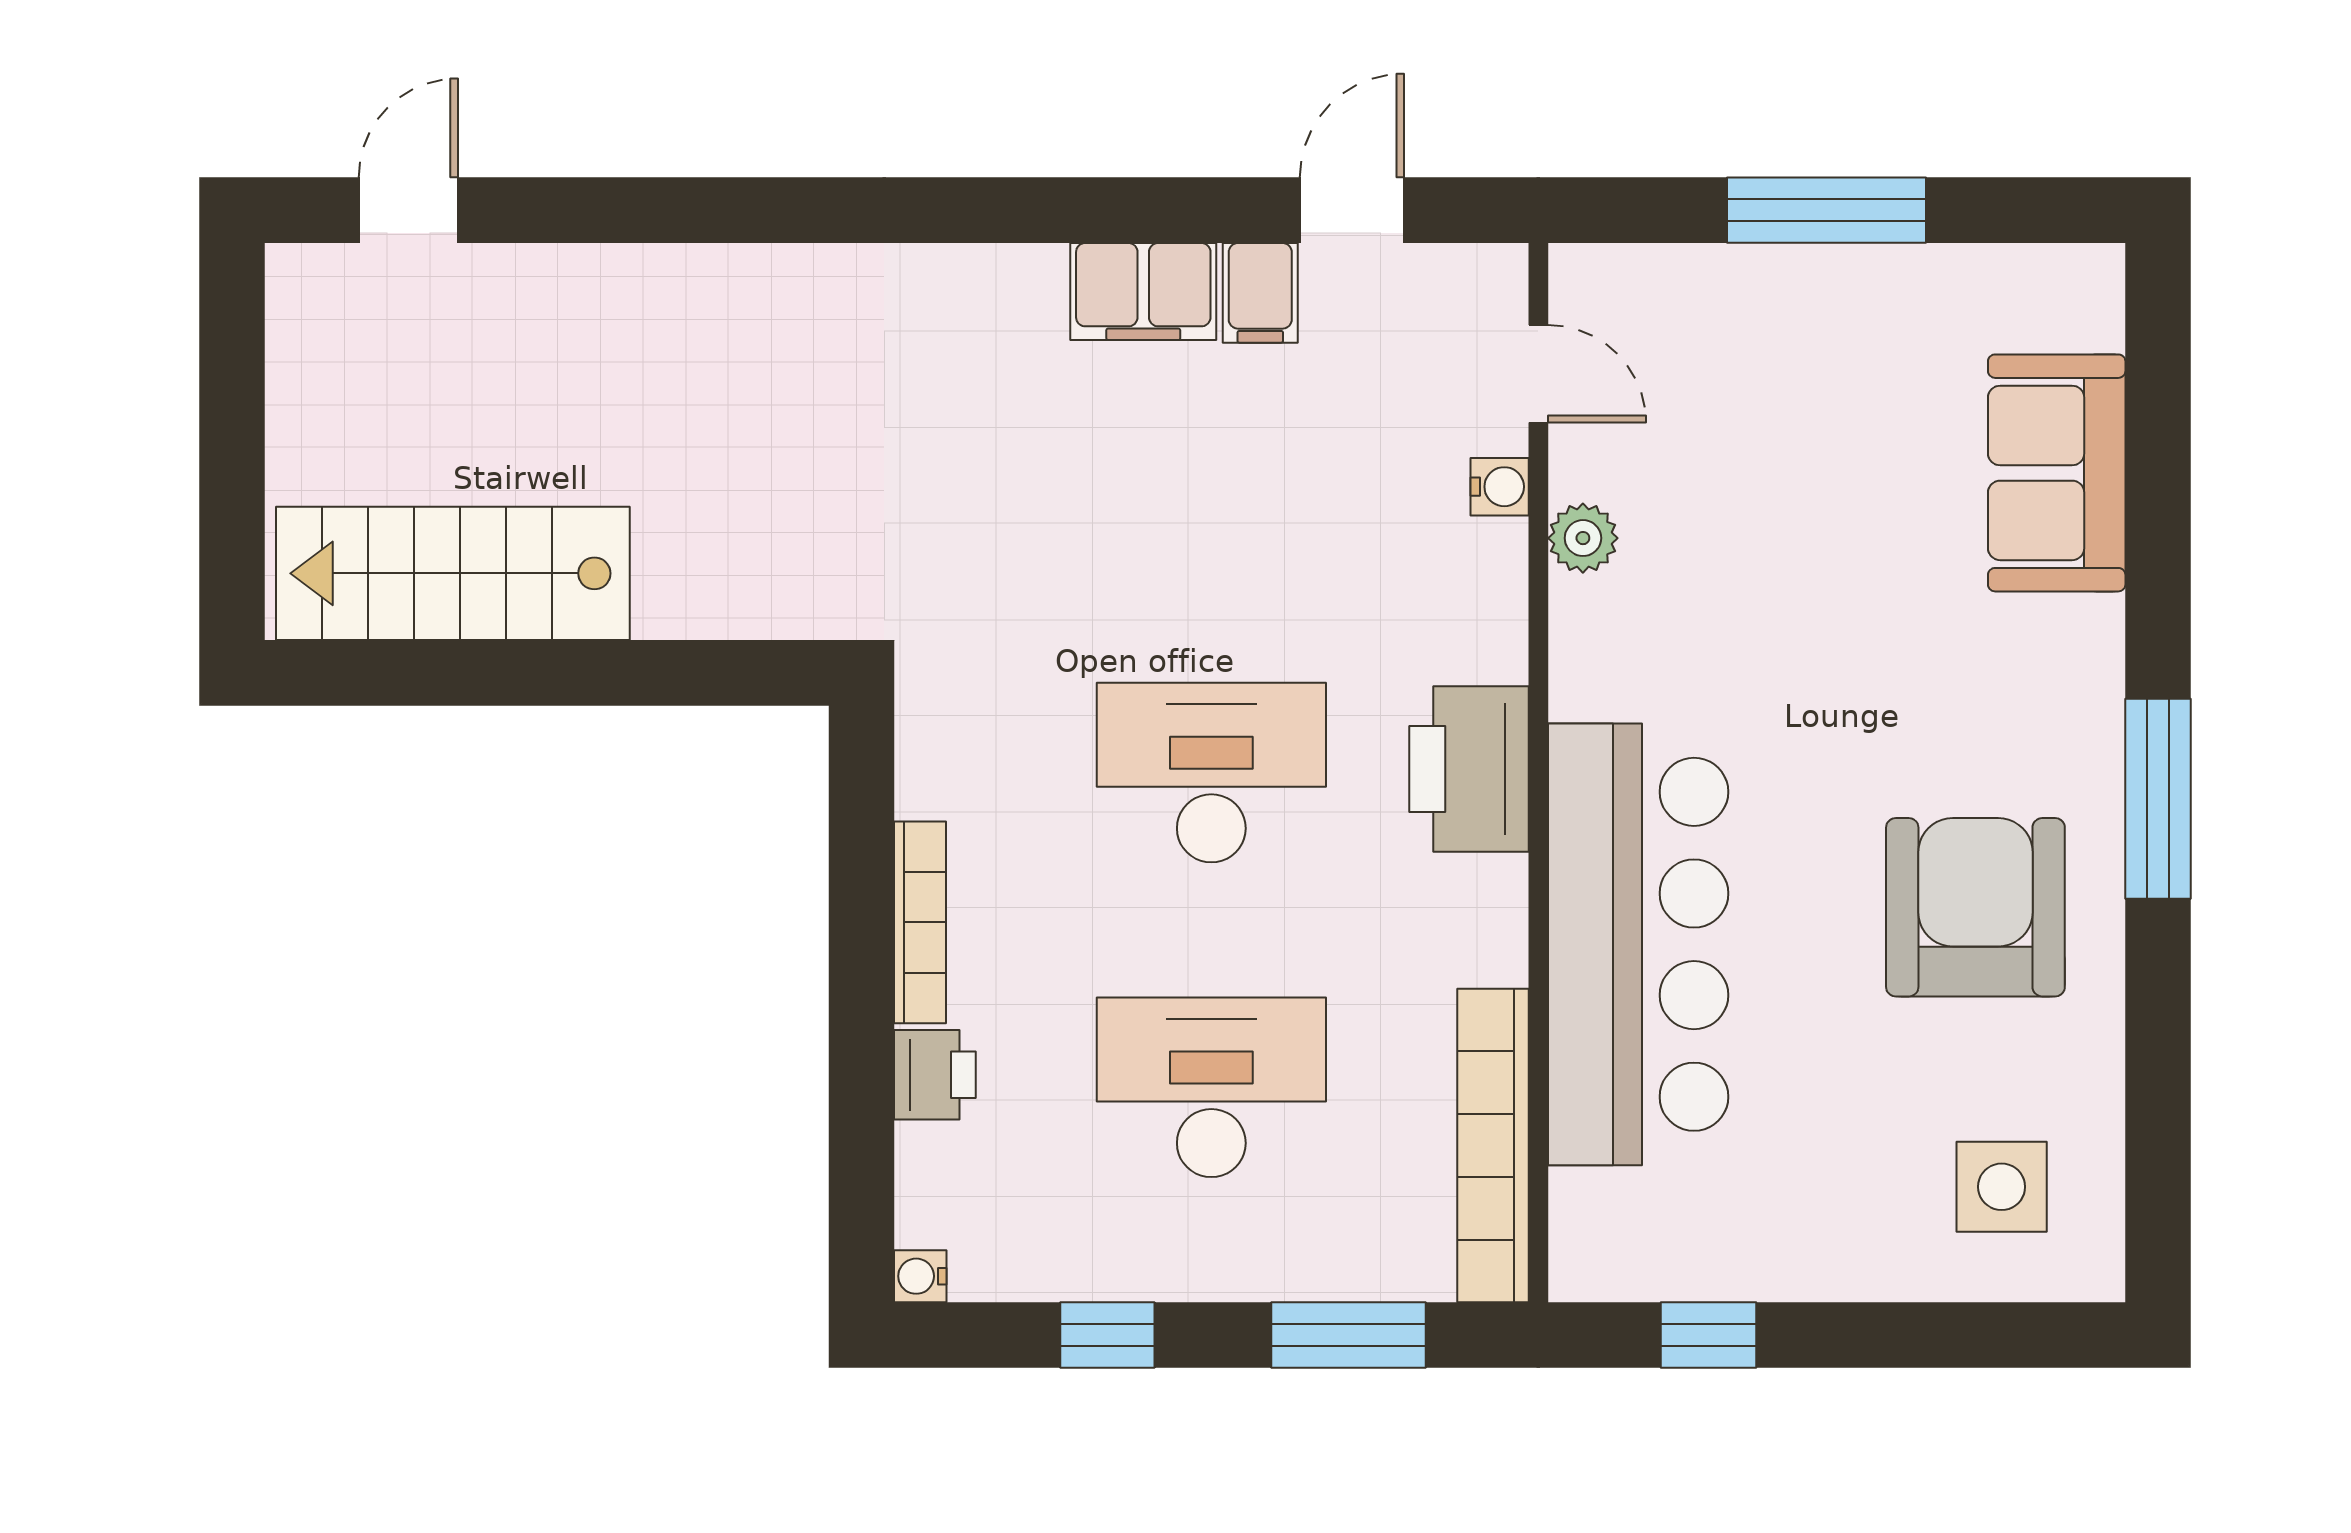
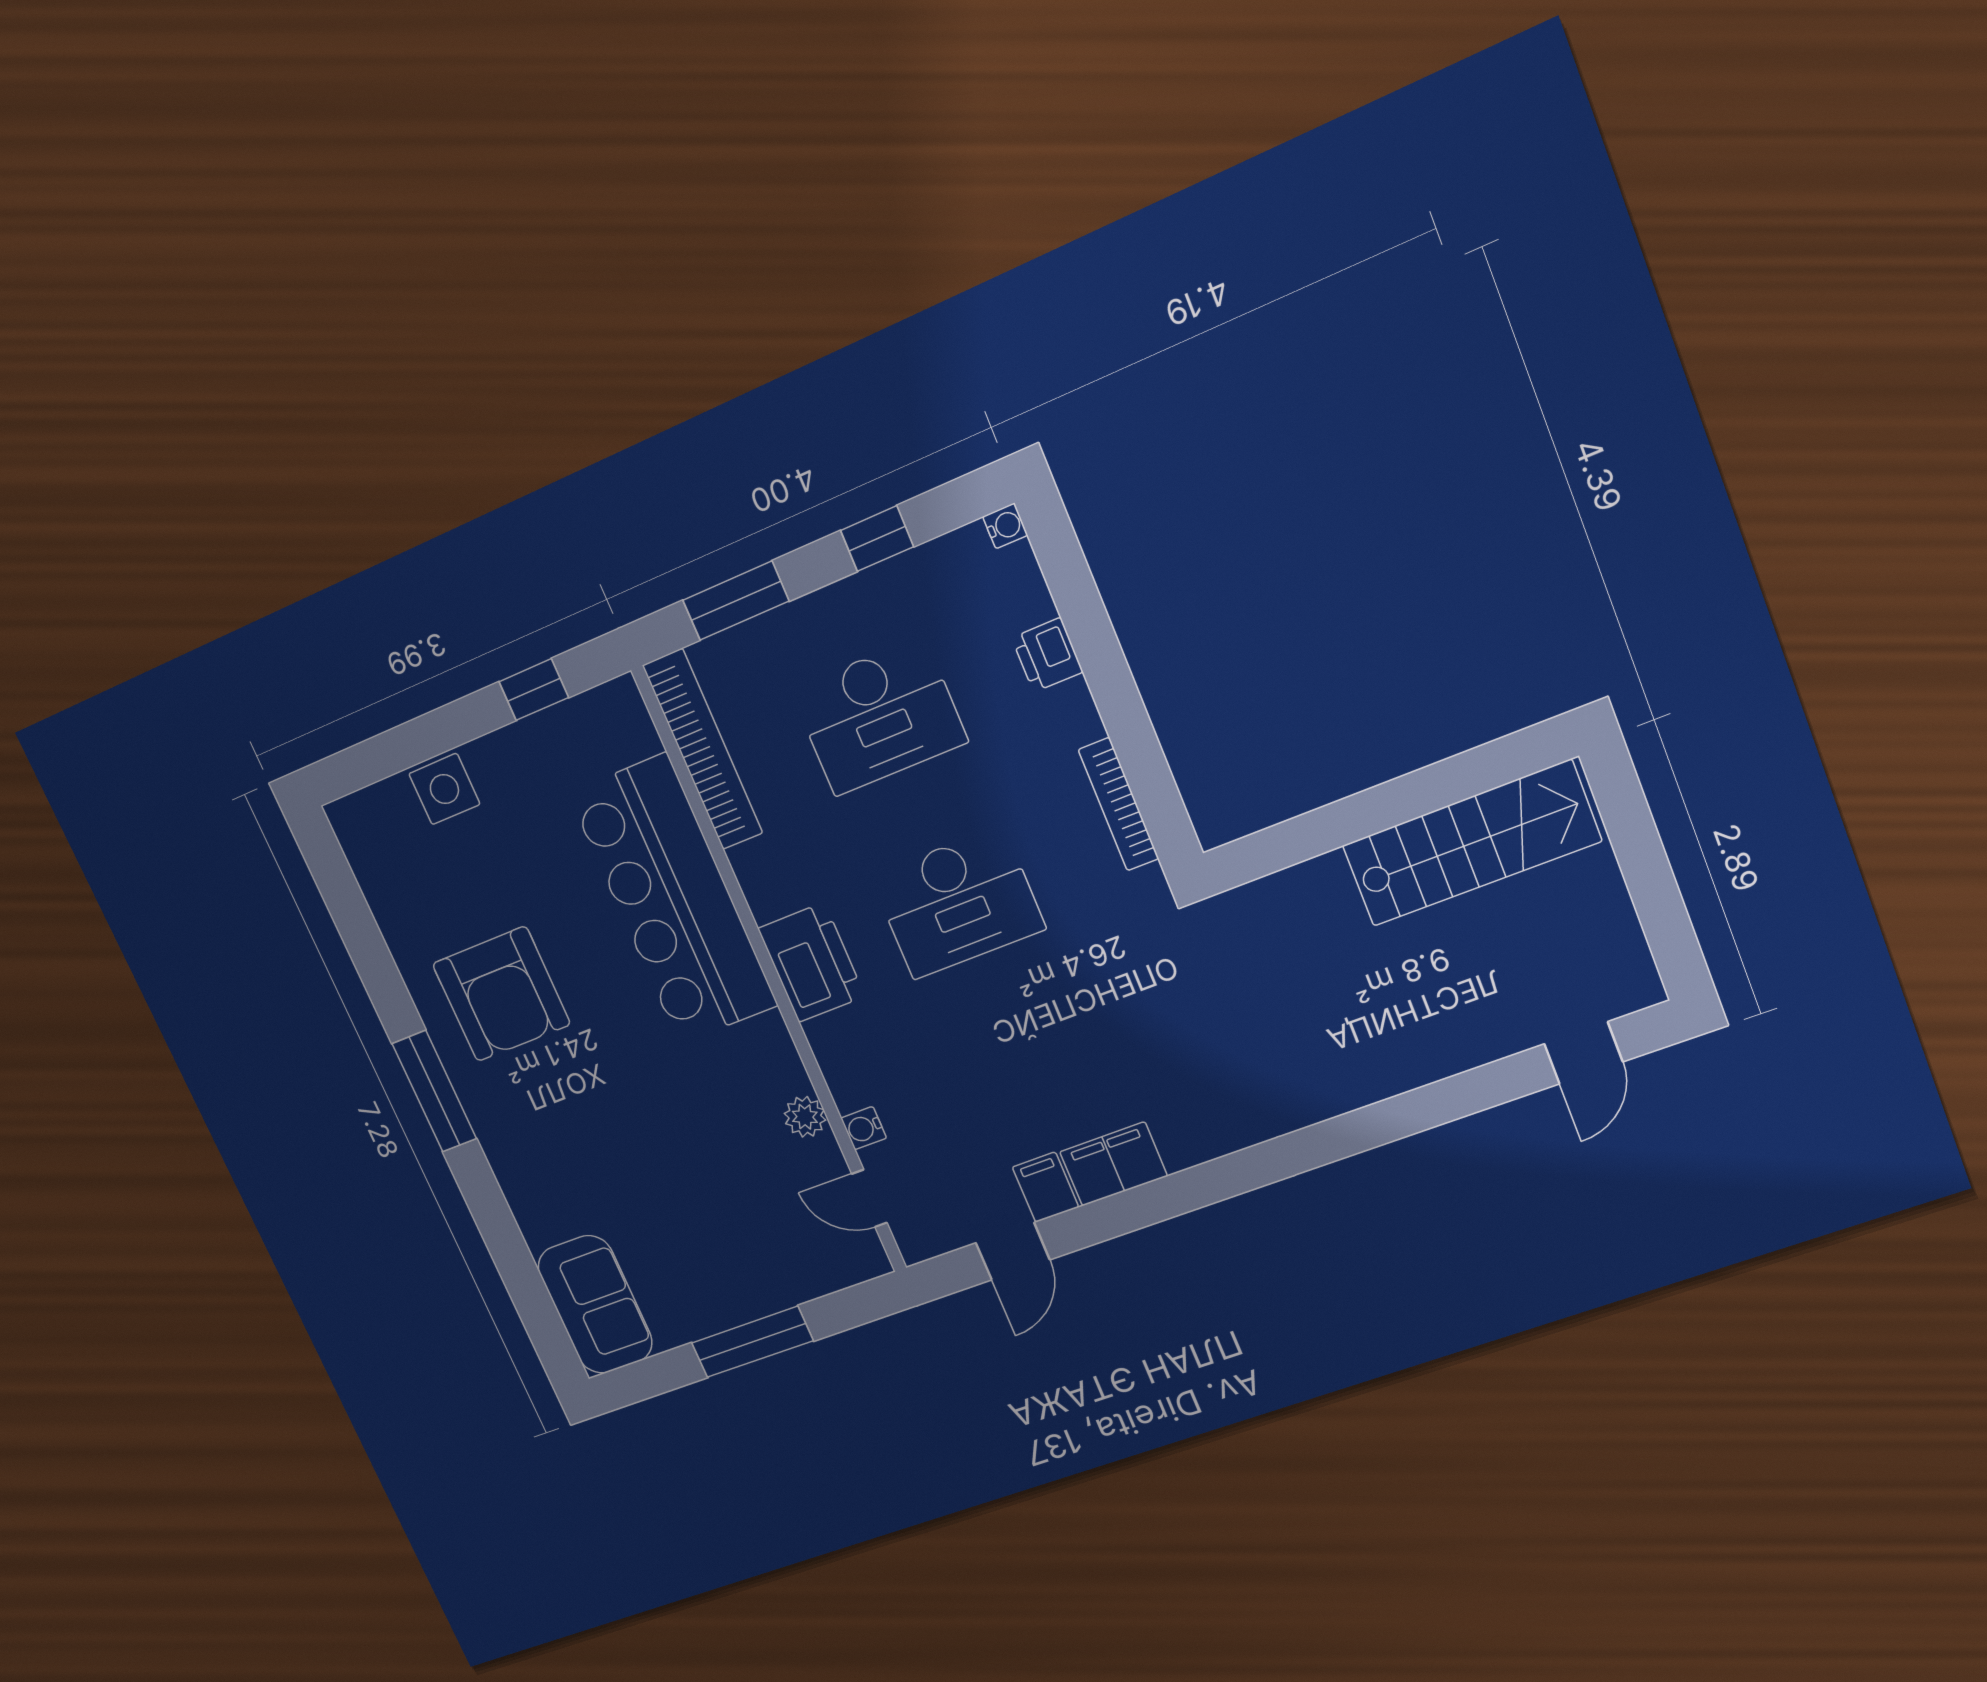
sofa: (2057, 473) -> (595, 1305), moved
bookcase: (920, 922) -> (1119, 804), moved
side table: (2002, 1187) -> (444, 789), moved

